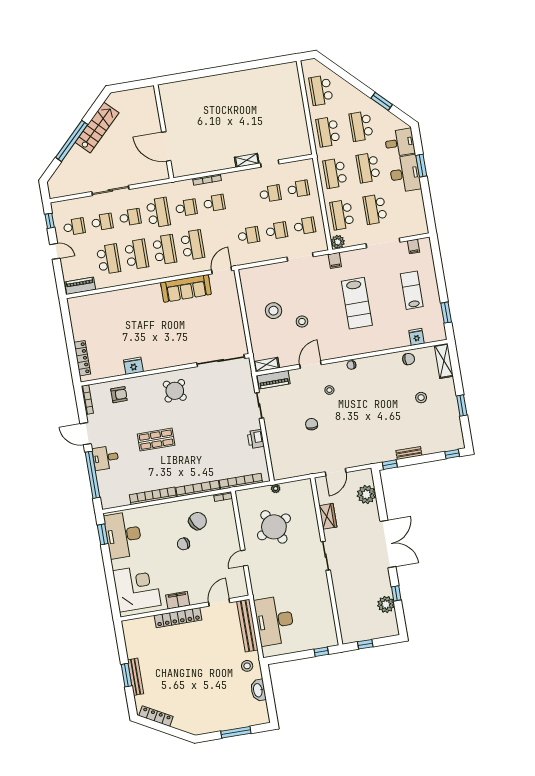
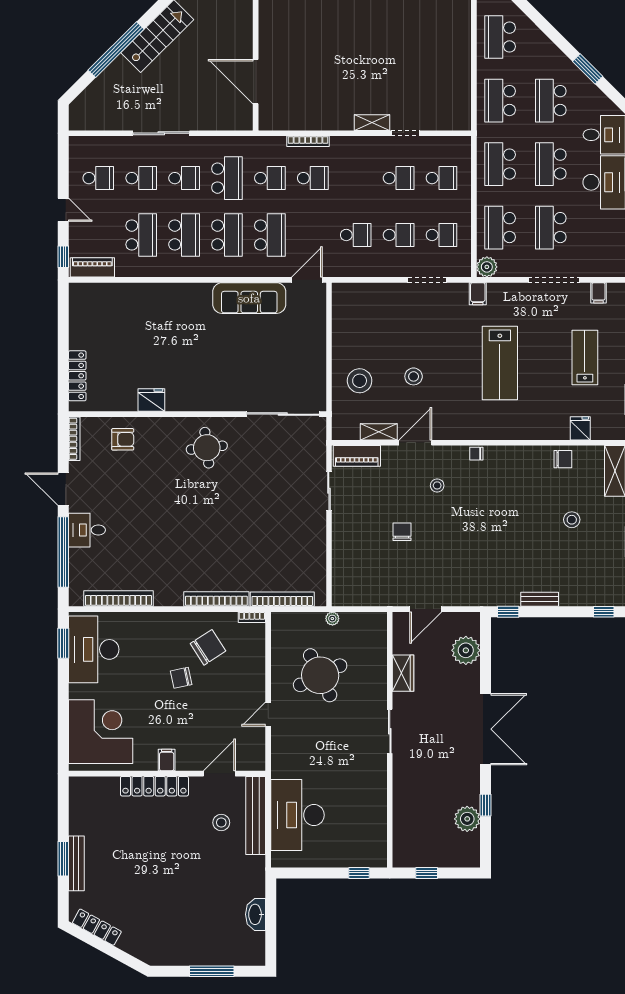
window: (50, 221) -> (63, 257), moved
stool: (273, 311) -> (360, 381), moved
shelving: (267, 365) -> (379, 432), moved
round table: (175, 391) -> (207, 448), turned 35
printer: (256, 439) -> (315, 540), removed
shop shelf: (156, 440) -> (167, 516), removed
bookcase: (153, 496) -> (119, 599), moved
filing cabinet: (178, 600) -> (167, 760), width x0.50
stool: (247, 666) -> (221, 823), moved

